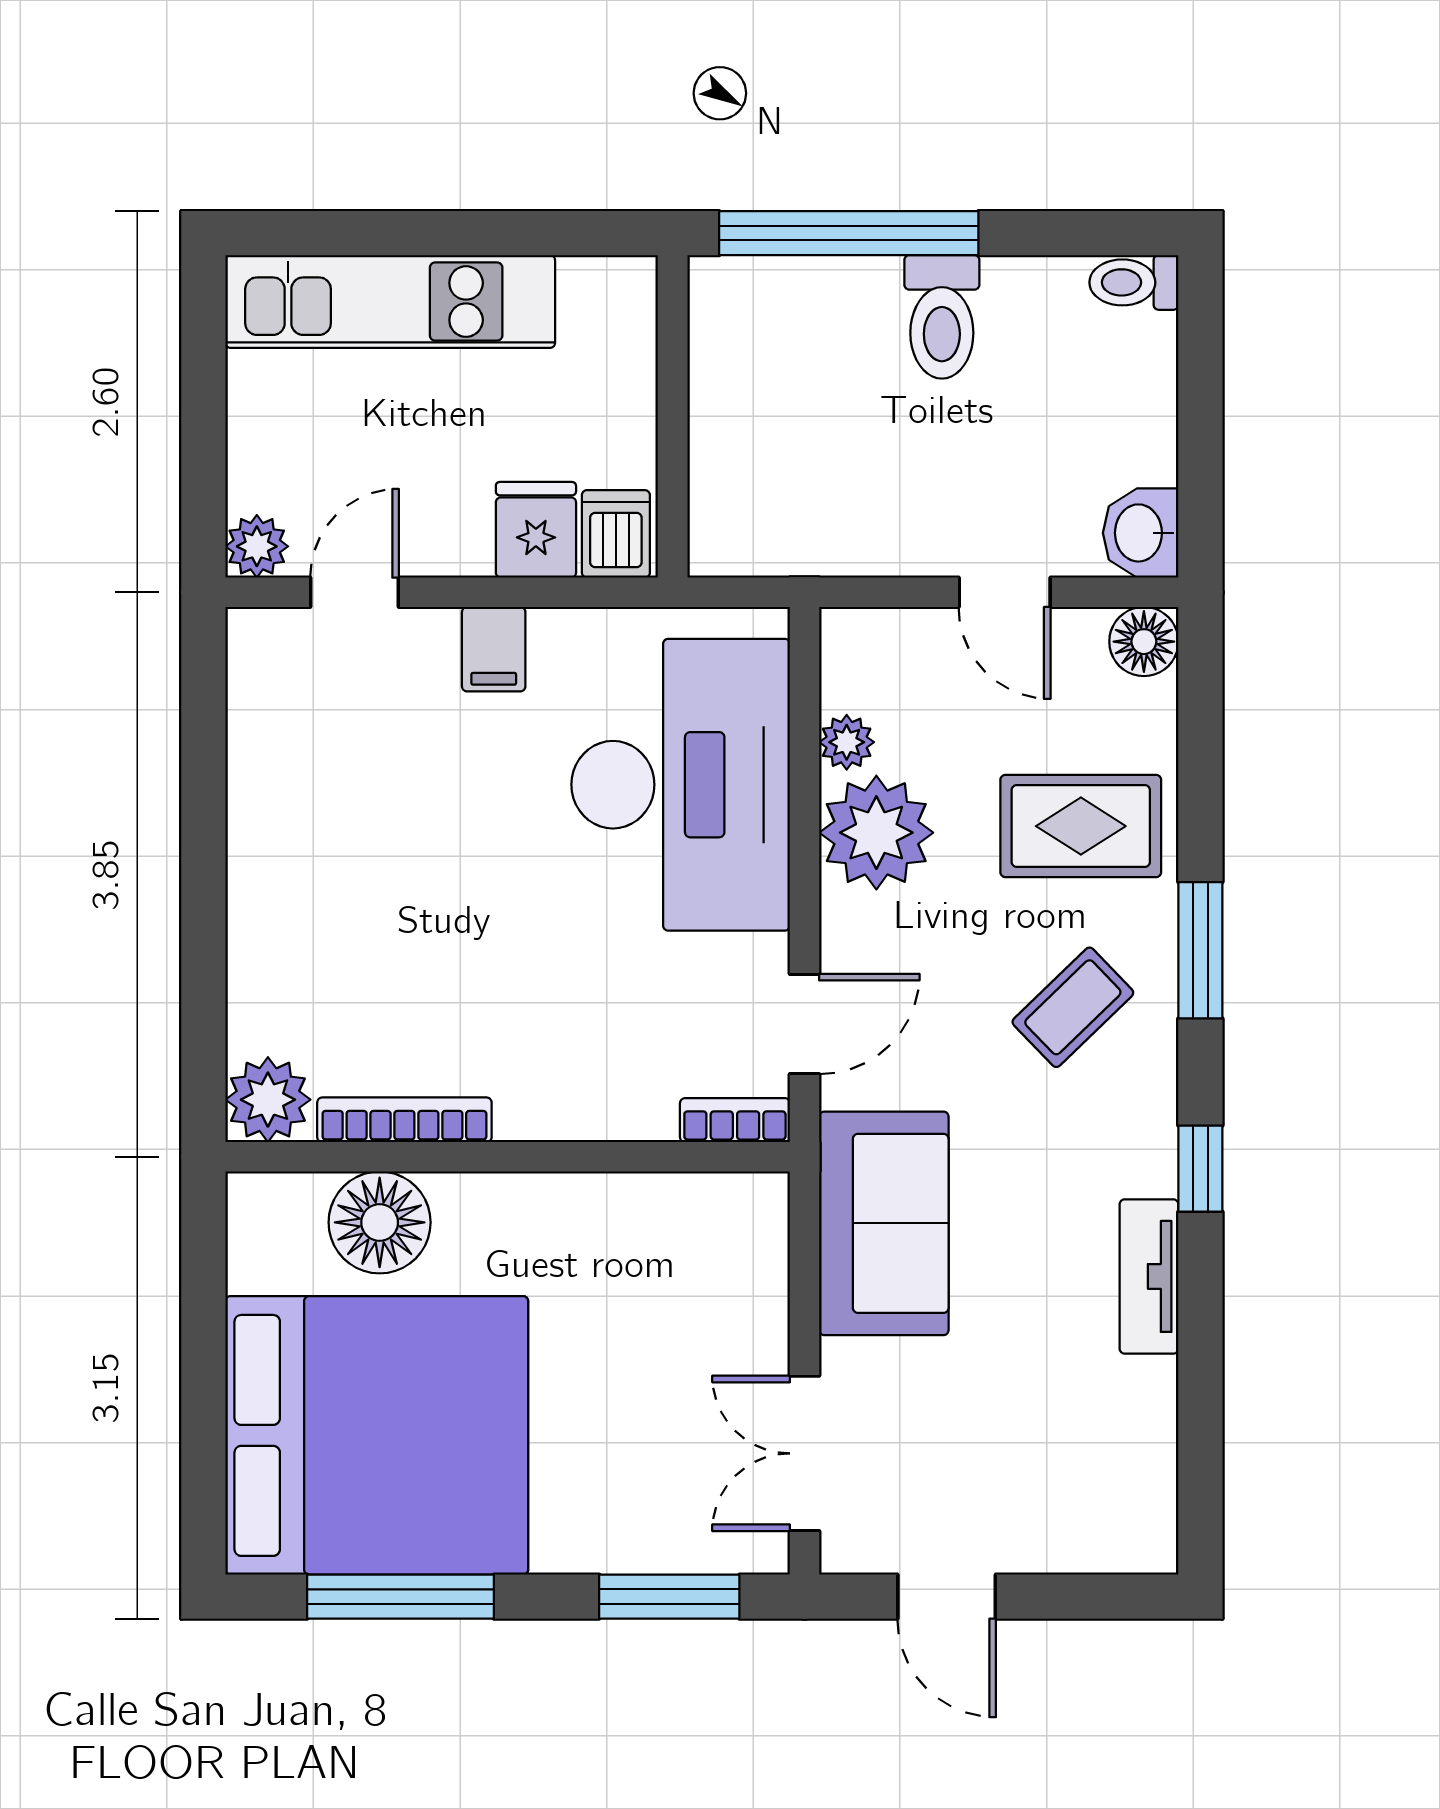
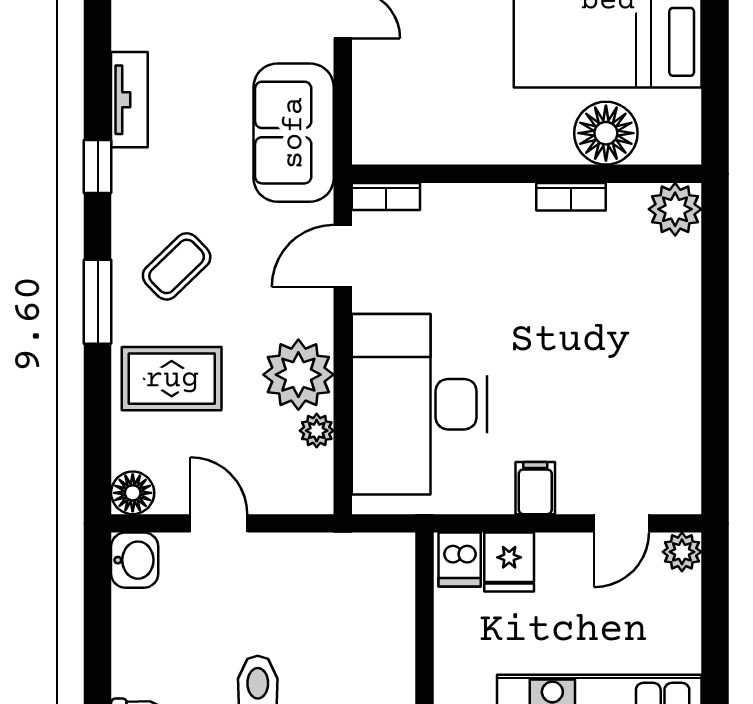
bookcase: (404, 1120) -> (571, 197), width x0.64

